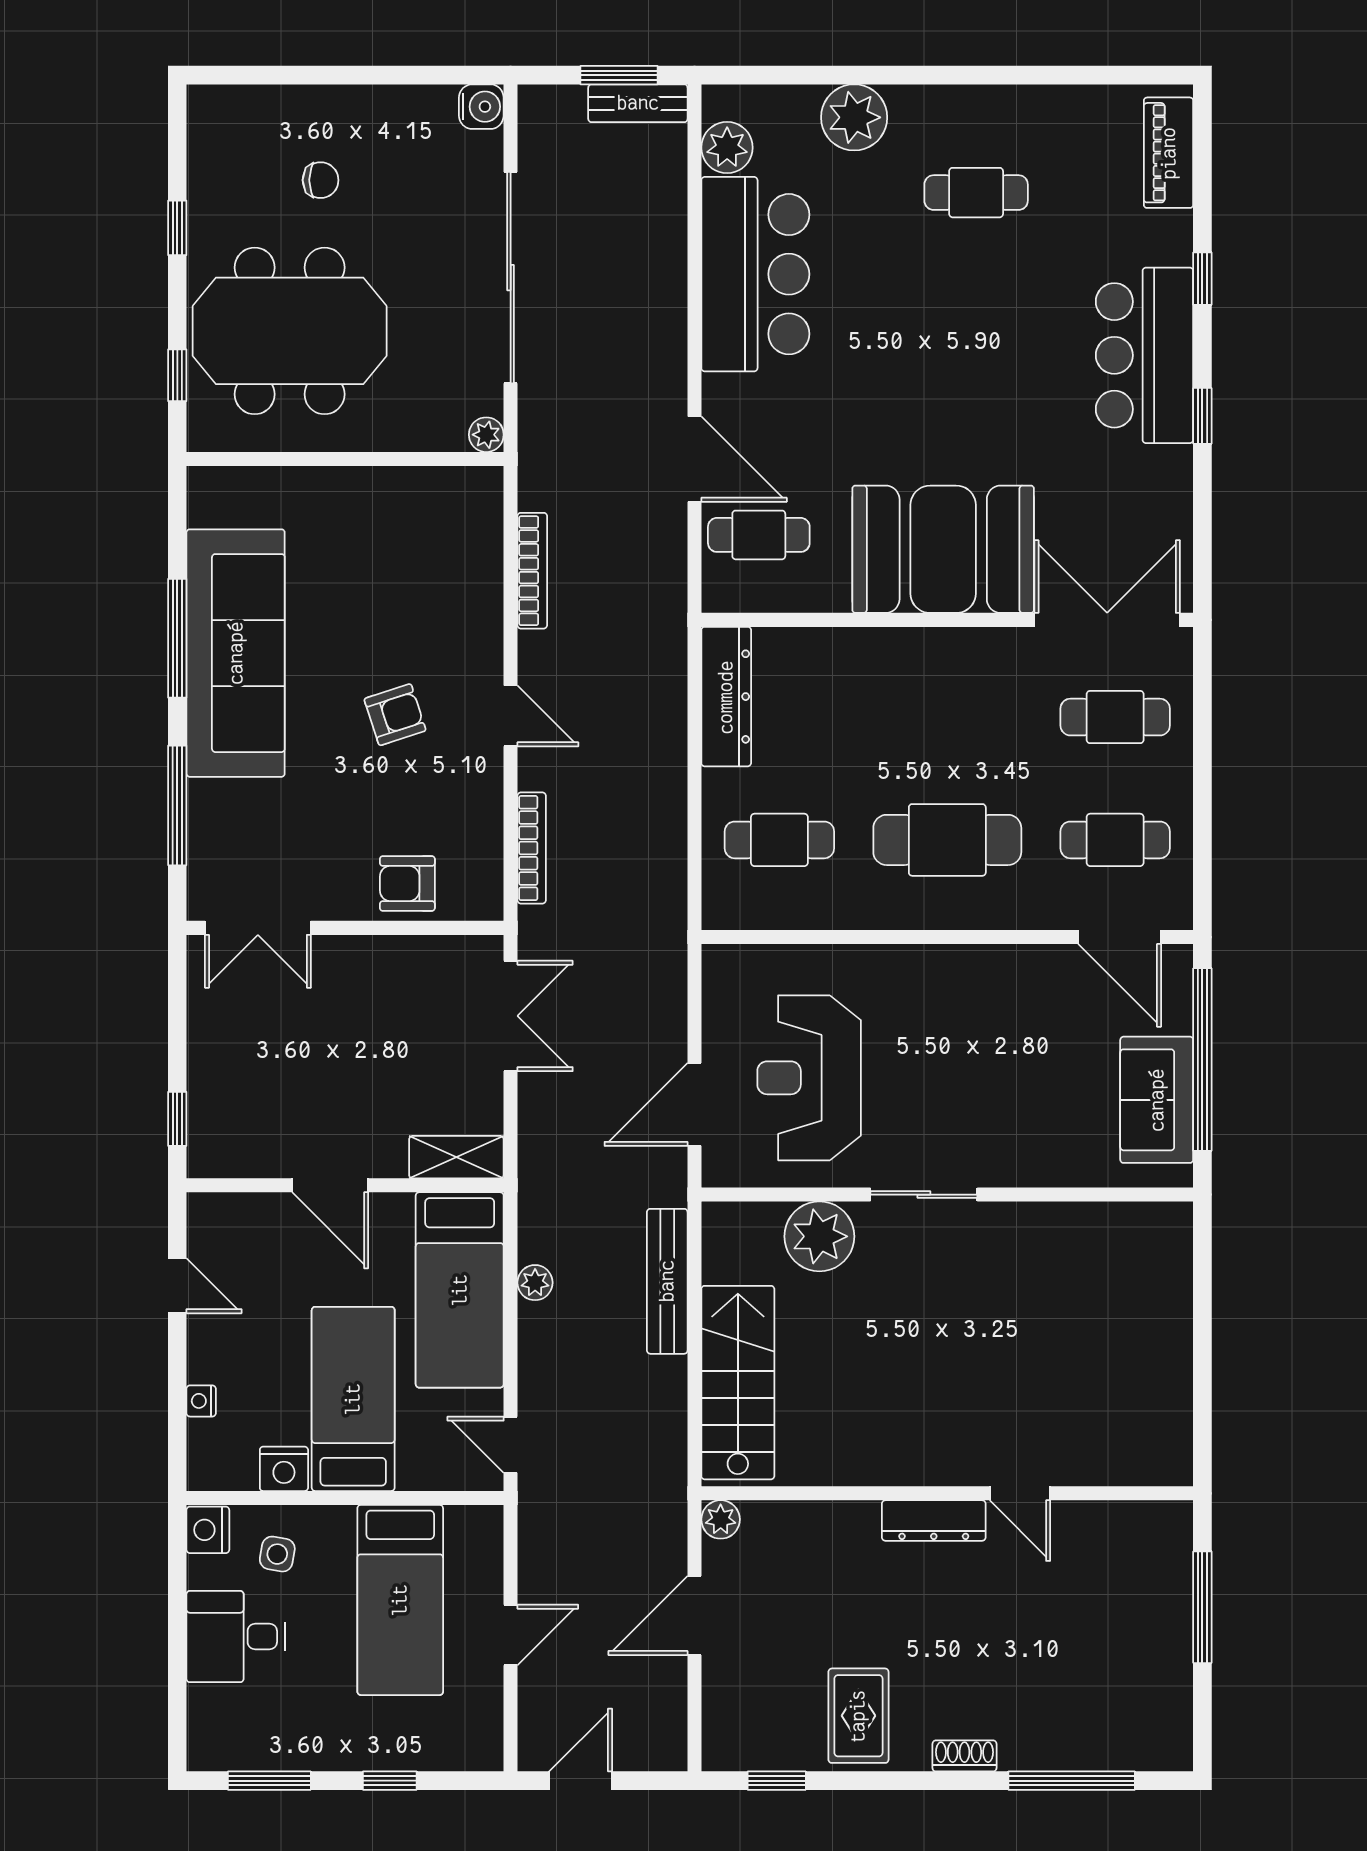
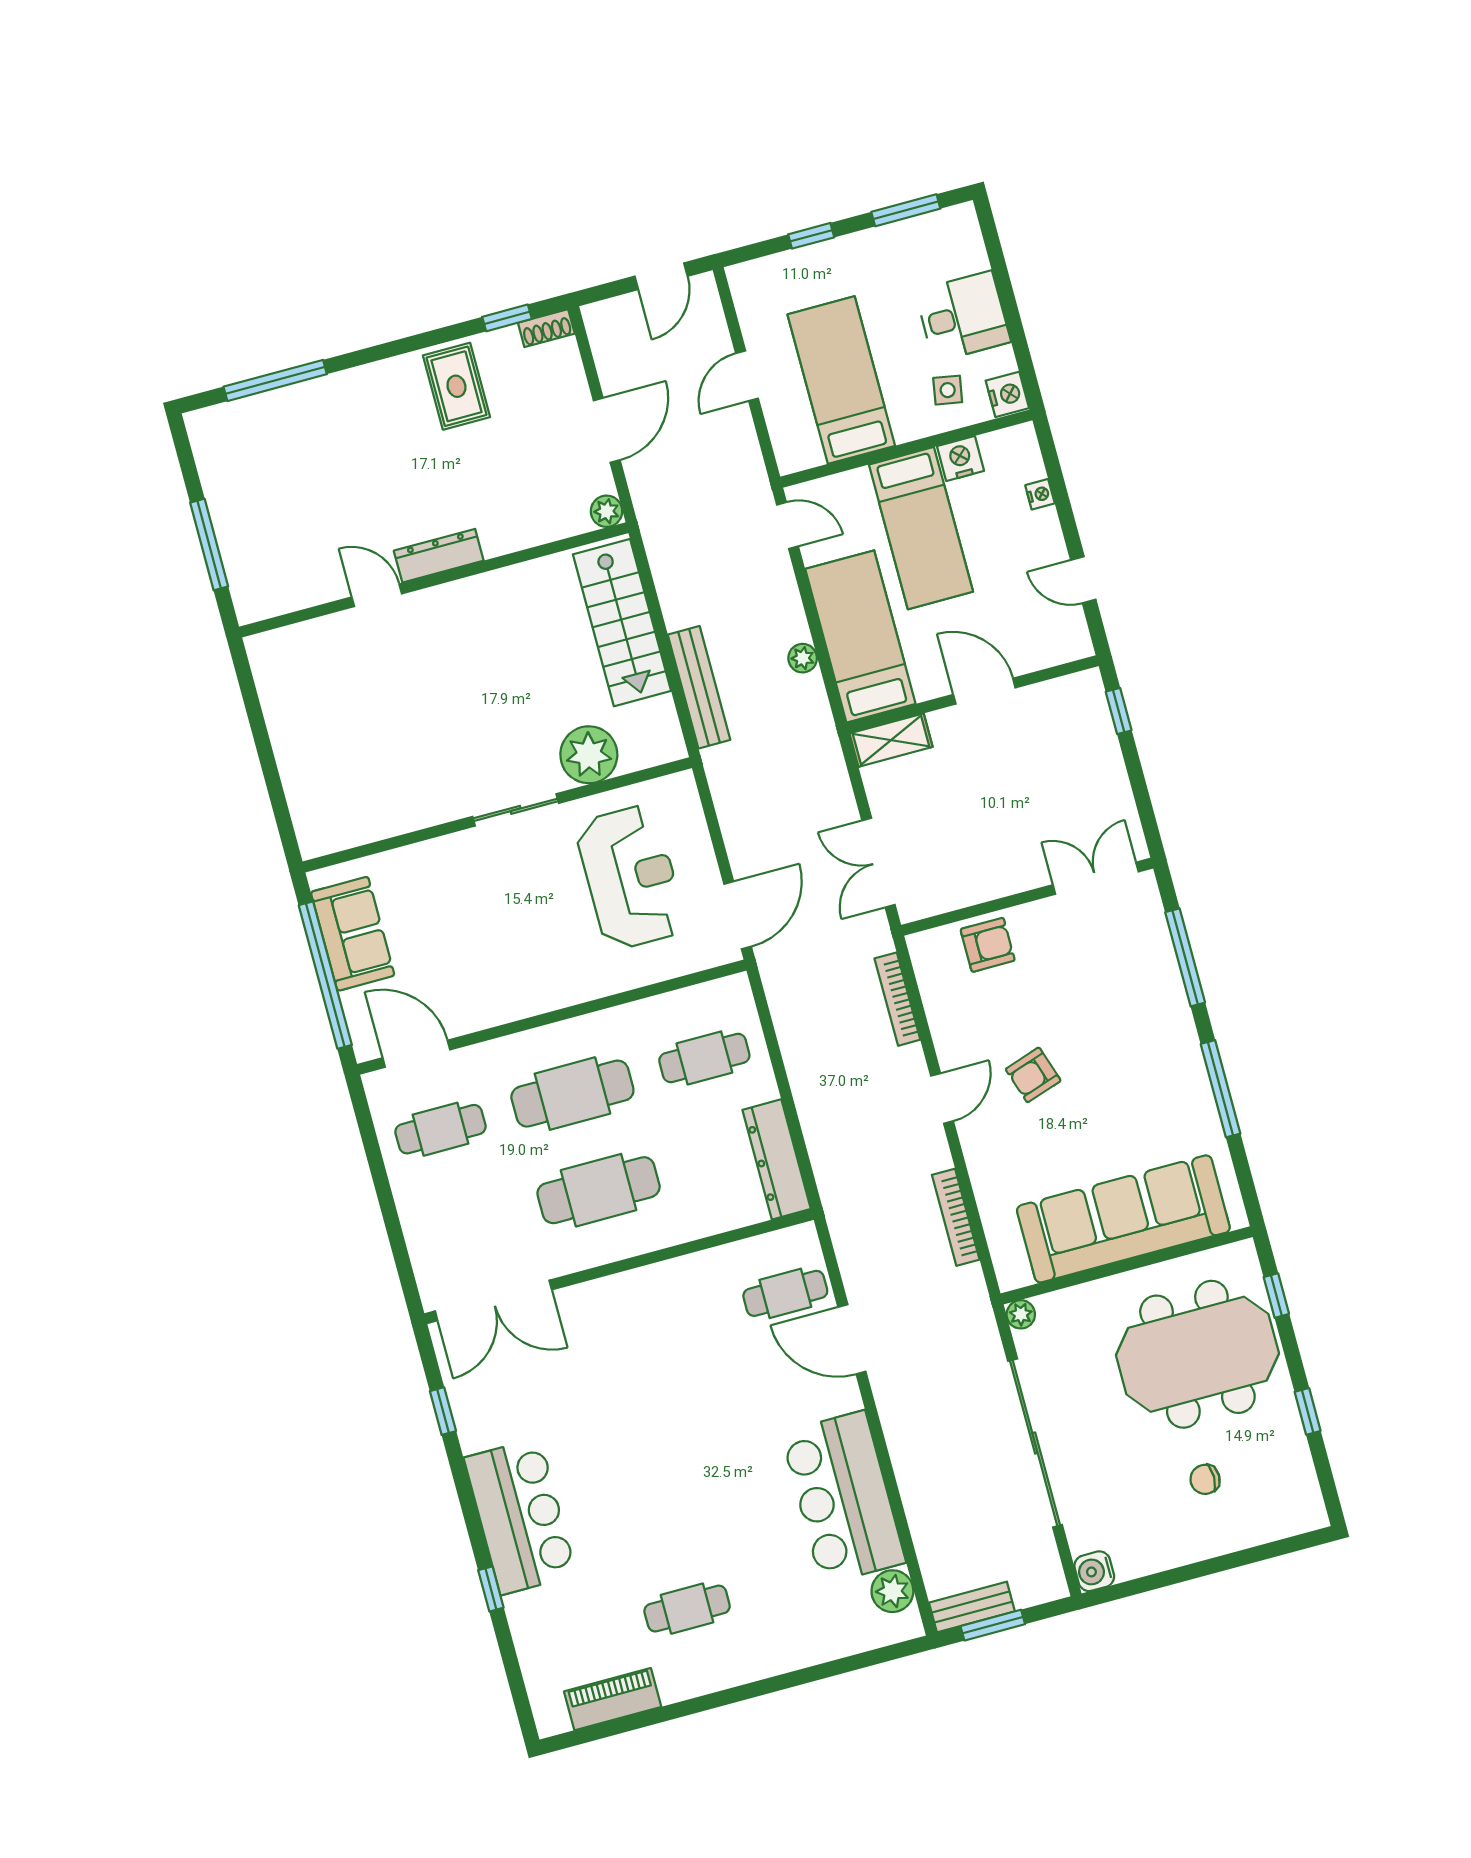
plant: (854, 117) -> (799, 1642), removed
piano: (1169, 153) -> (613, 1699), moved, turned -90
window: (1202, 416) -> (443, 1411), moved
booth: (943, 549) -> (637, 1321), removed
sofa: (236, 653) -> (1123, 1219), moved, turned 90
door: (511, 716) -> (942, 1098), swing flipped
cafe table: (1115, 717) -> (599, 1190), moved, width x1.37, depth x1.35
door: (694, 1104) -> (738, 915), moved
shoe rack: (964, 1756) -> (546, 328), moved

